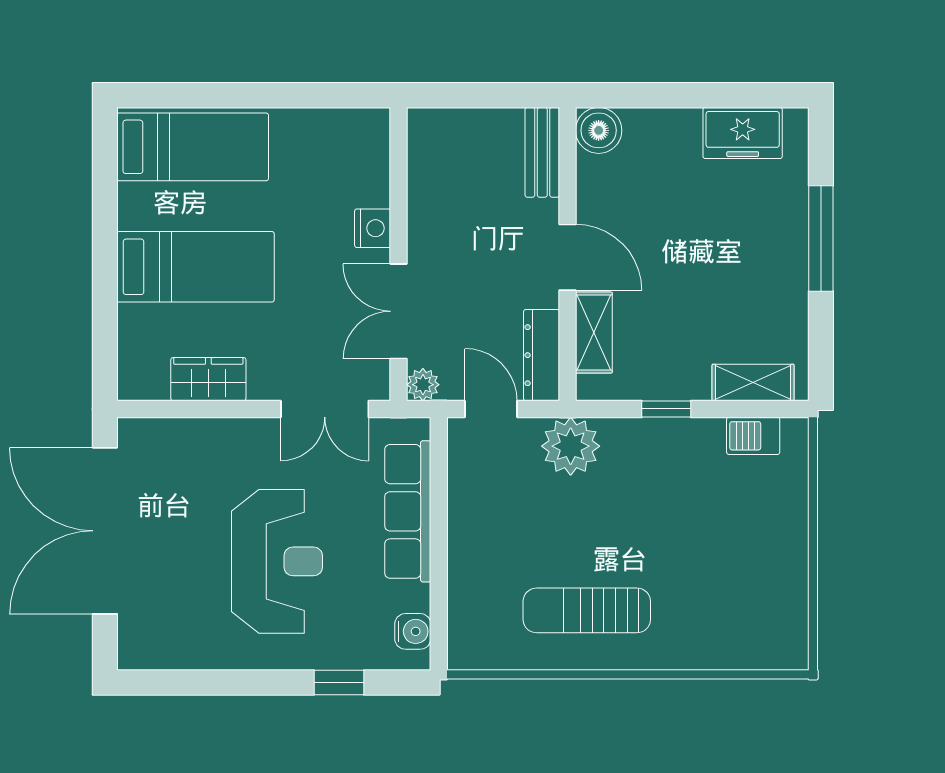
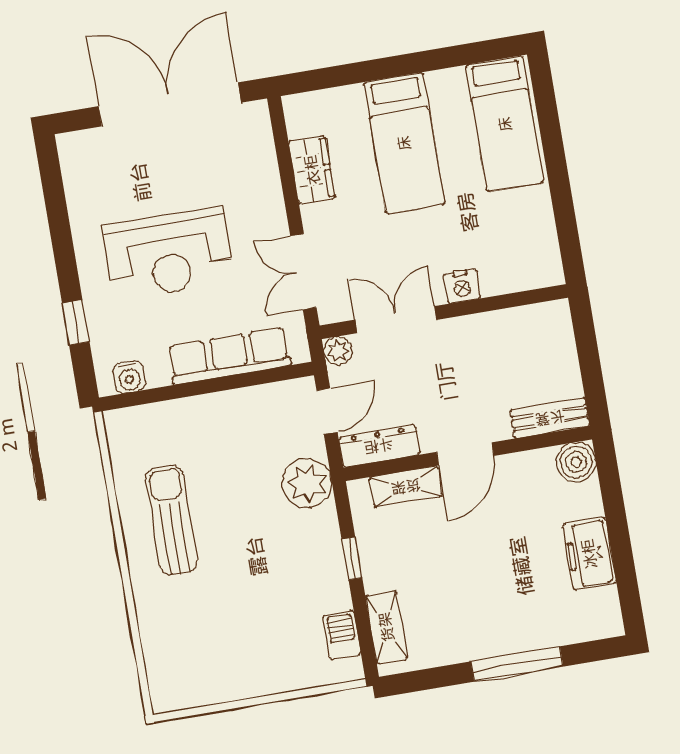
freezer: (743, 133) -> (589, 554), moved

